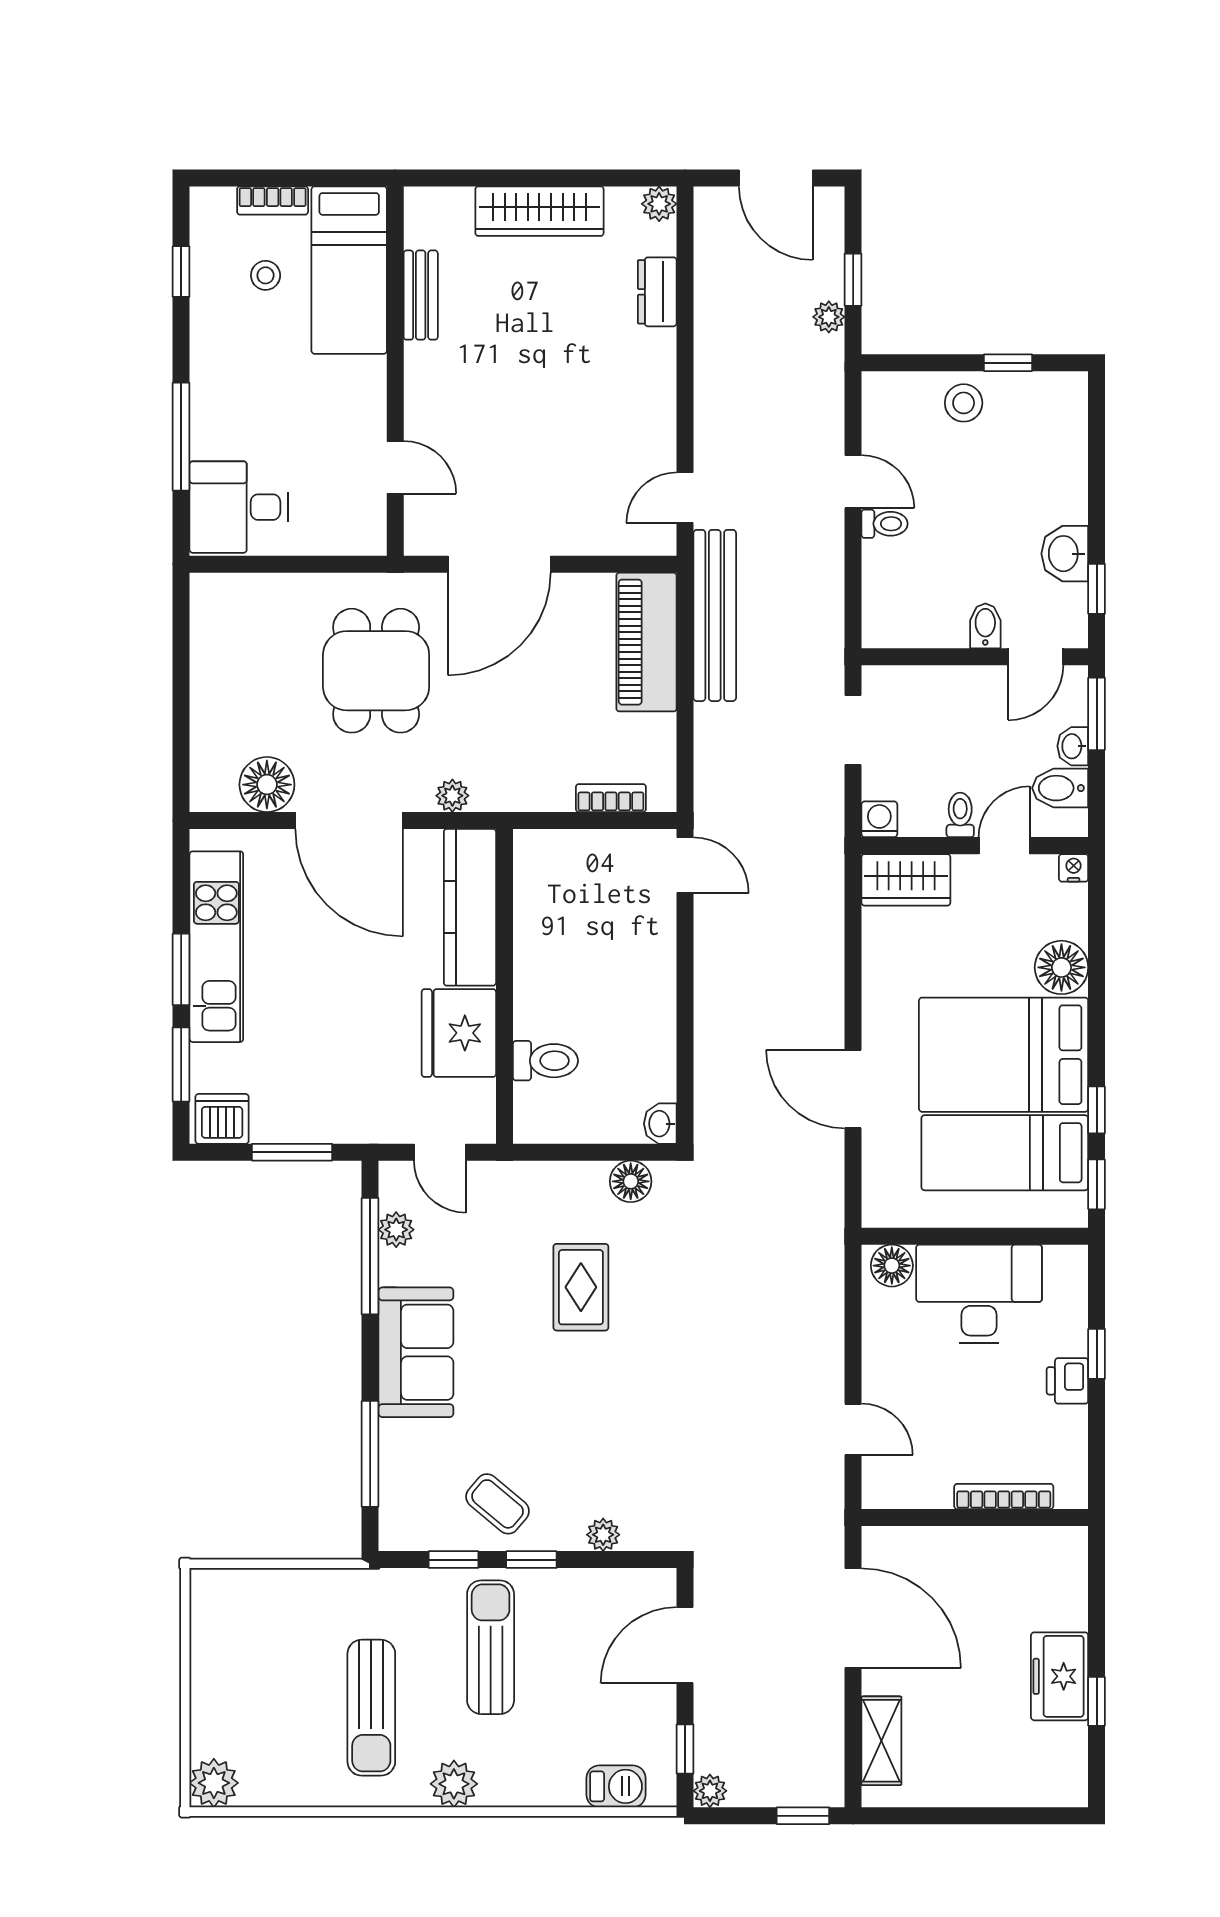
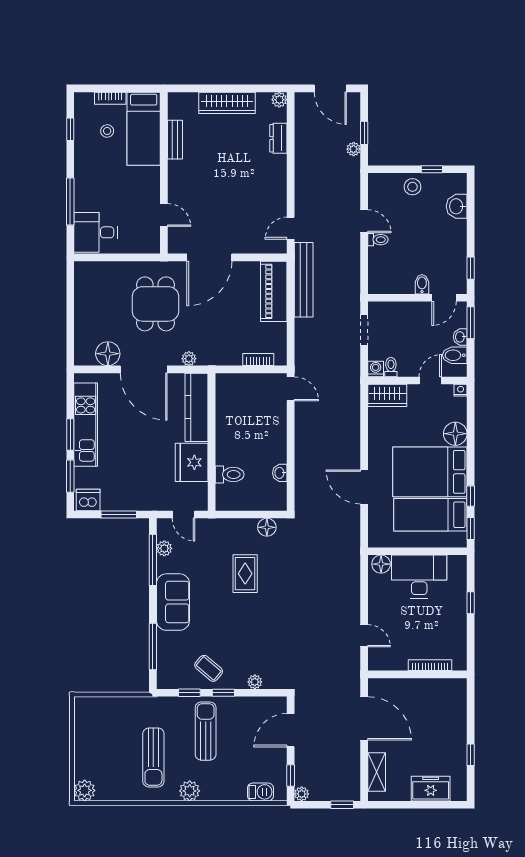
washbasin: (1065, 554) -> (457, 206), moved
toilet: (960, 815) -> (391, 367), moved
washbasin: (660, 1124) -> (280, 473), moved
printer: (1067, 1381) -> (458, 615), removed
freezer: (1060, 1676) -> (431, 789), moved, turned 90

